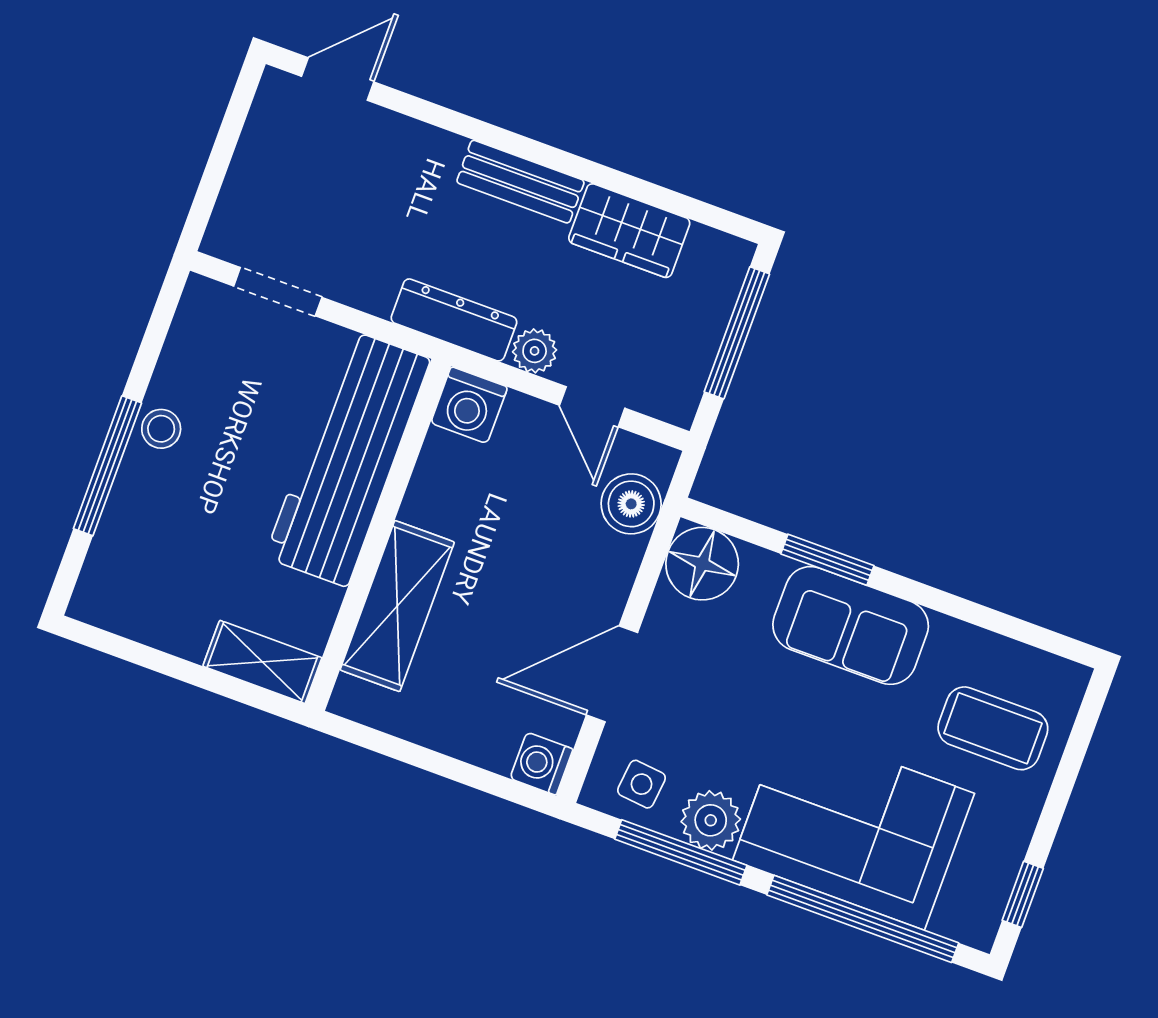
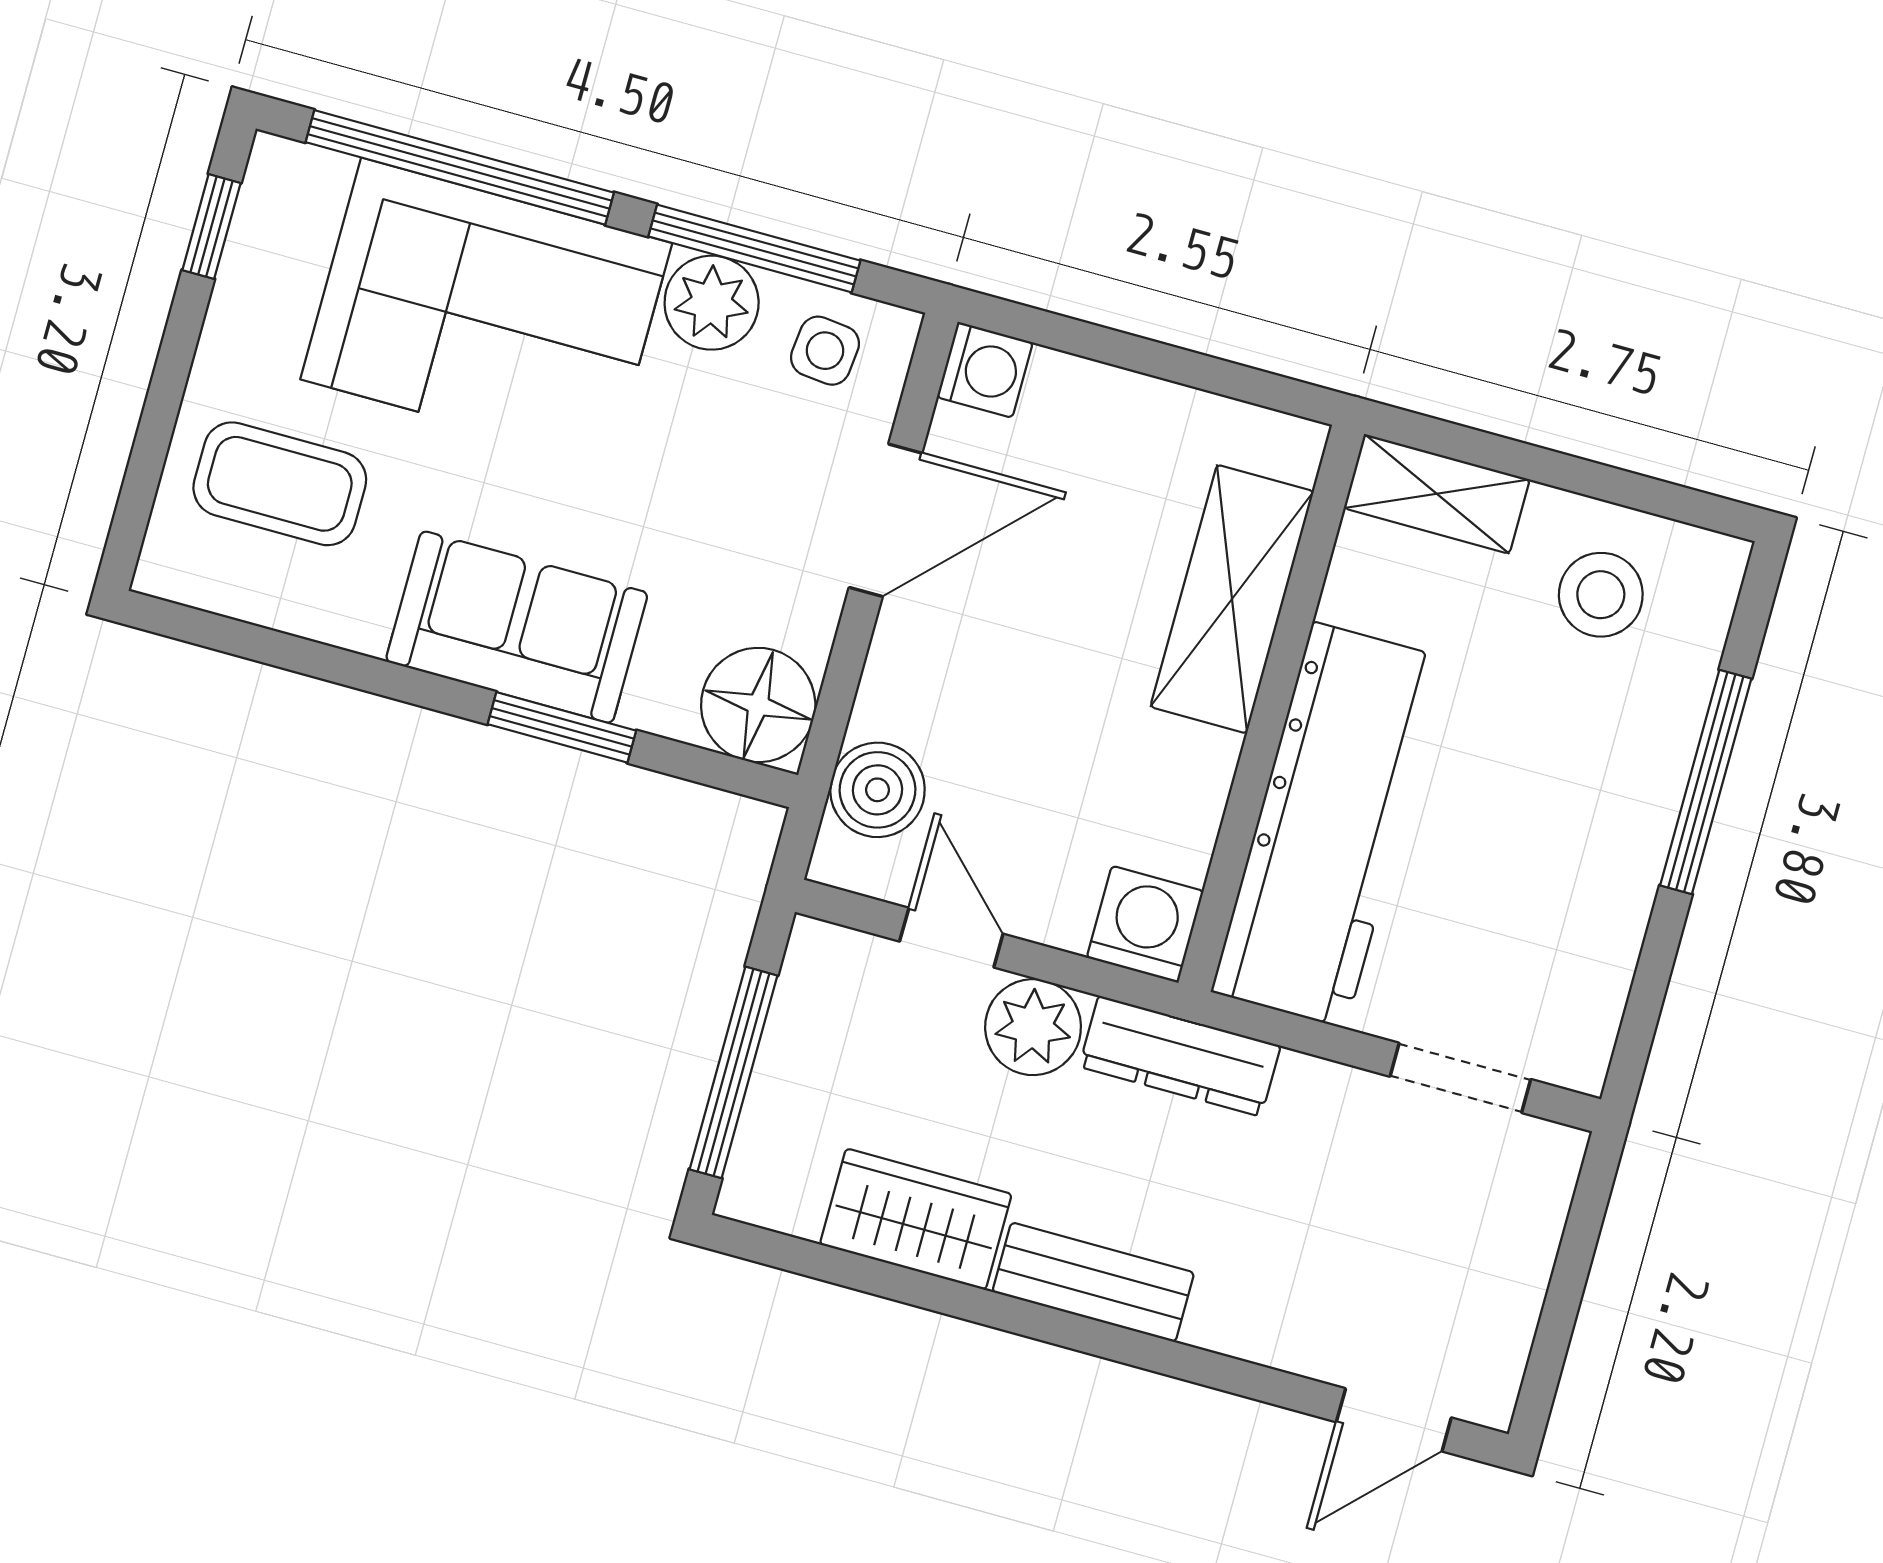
plant: (535, 351) -> (1033, 1027), width x1.38, depth x1.38
stool: (161, 429) -> (1601, 595), moved, width x1.37, depth x1.37

